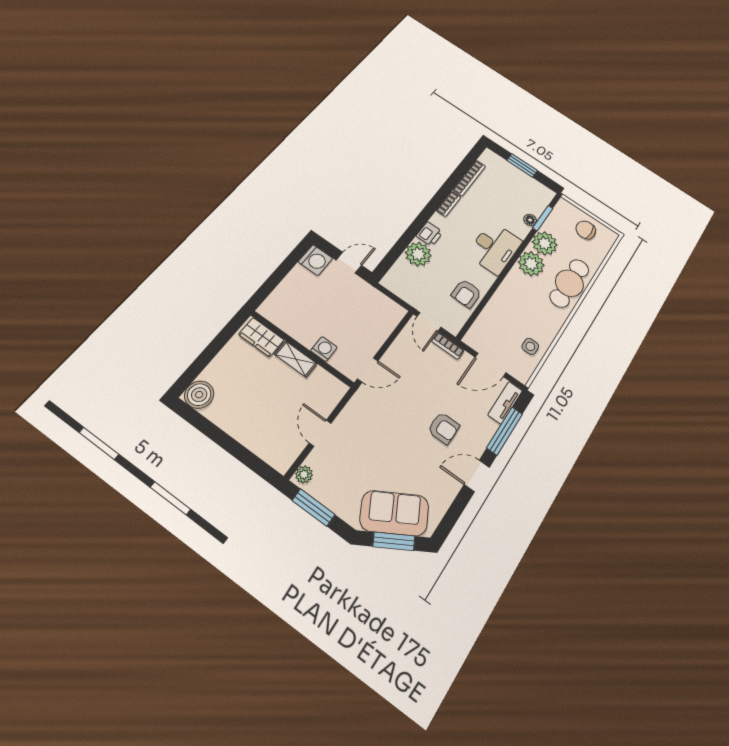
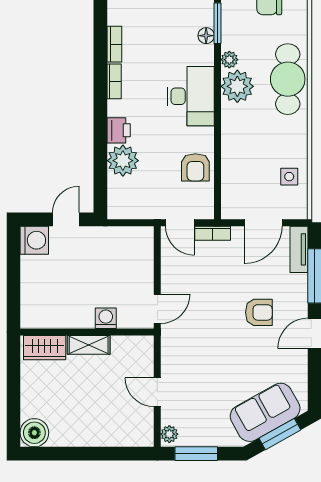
bookcase: (469, 178) -> (114, 44), width x0.64
plant: (545, 243) -> (229, 60), width x0.53, depth x0.53

